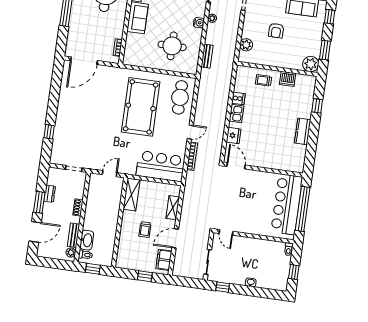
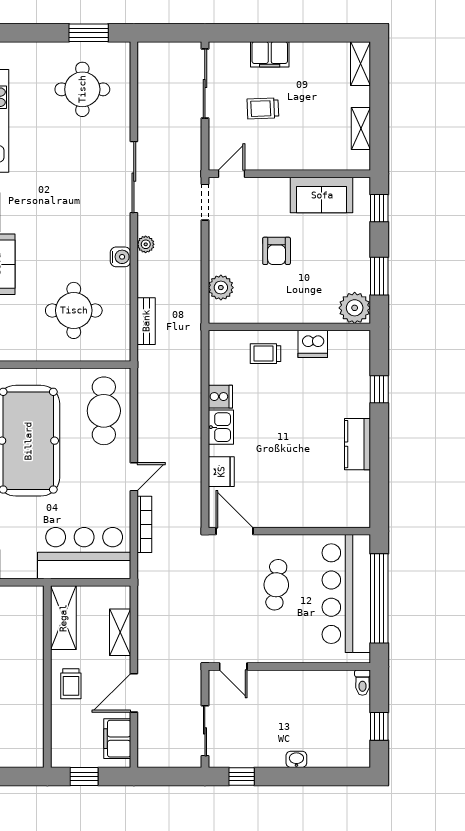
shelving: (132, 194) -> (63, 618), moved
cafe table: (253, 195) -> (276, 585), added
wall: (120, 222) -> (47, 677), moved

